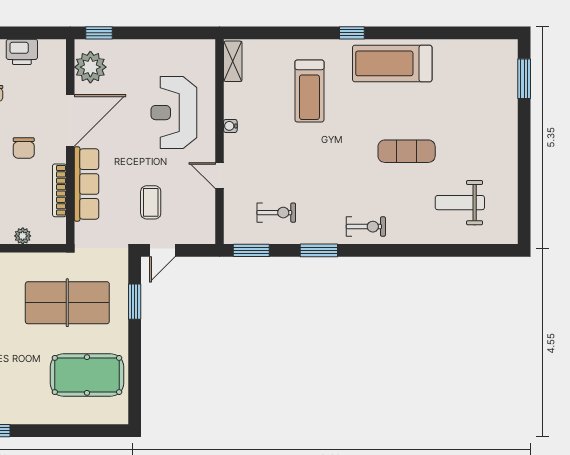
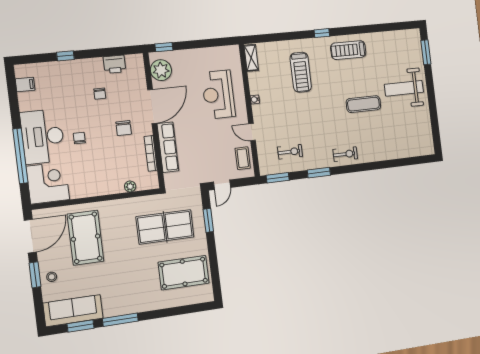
treadmill: (392, 63) -> (348, 50), width x0.73, depth x0.73
coffee table: (151, 202) -> (243, 158), moved
weight bench: (460, 203) -> (404, 88), moved, width x1.36, depth x1.33

